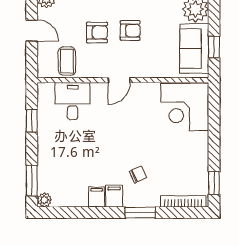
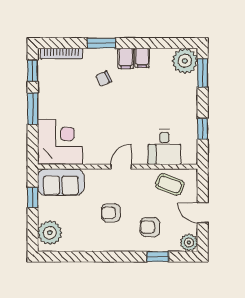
armchair: (97, 33) -> (150, 227), moved
sofa: (194, 49) -> (61, 182), moved, turned 90
coffee table: (67, 61) -> (170, 184), turned -70
window: (214, 142) -> (33, 109), added
plant: (44, 200) -> (185, 61), width x1.87, depth x1.87

